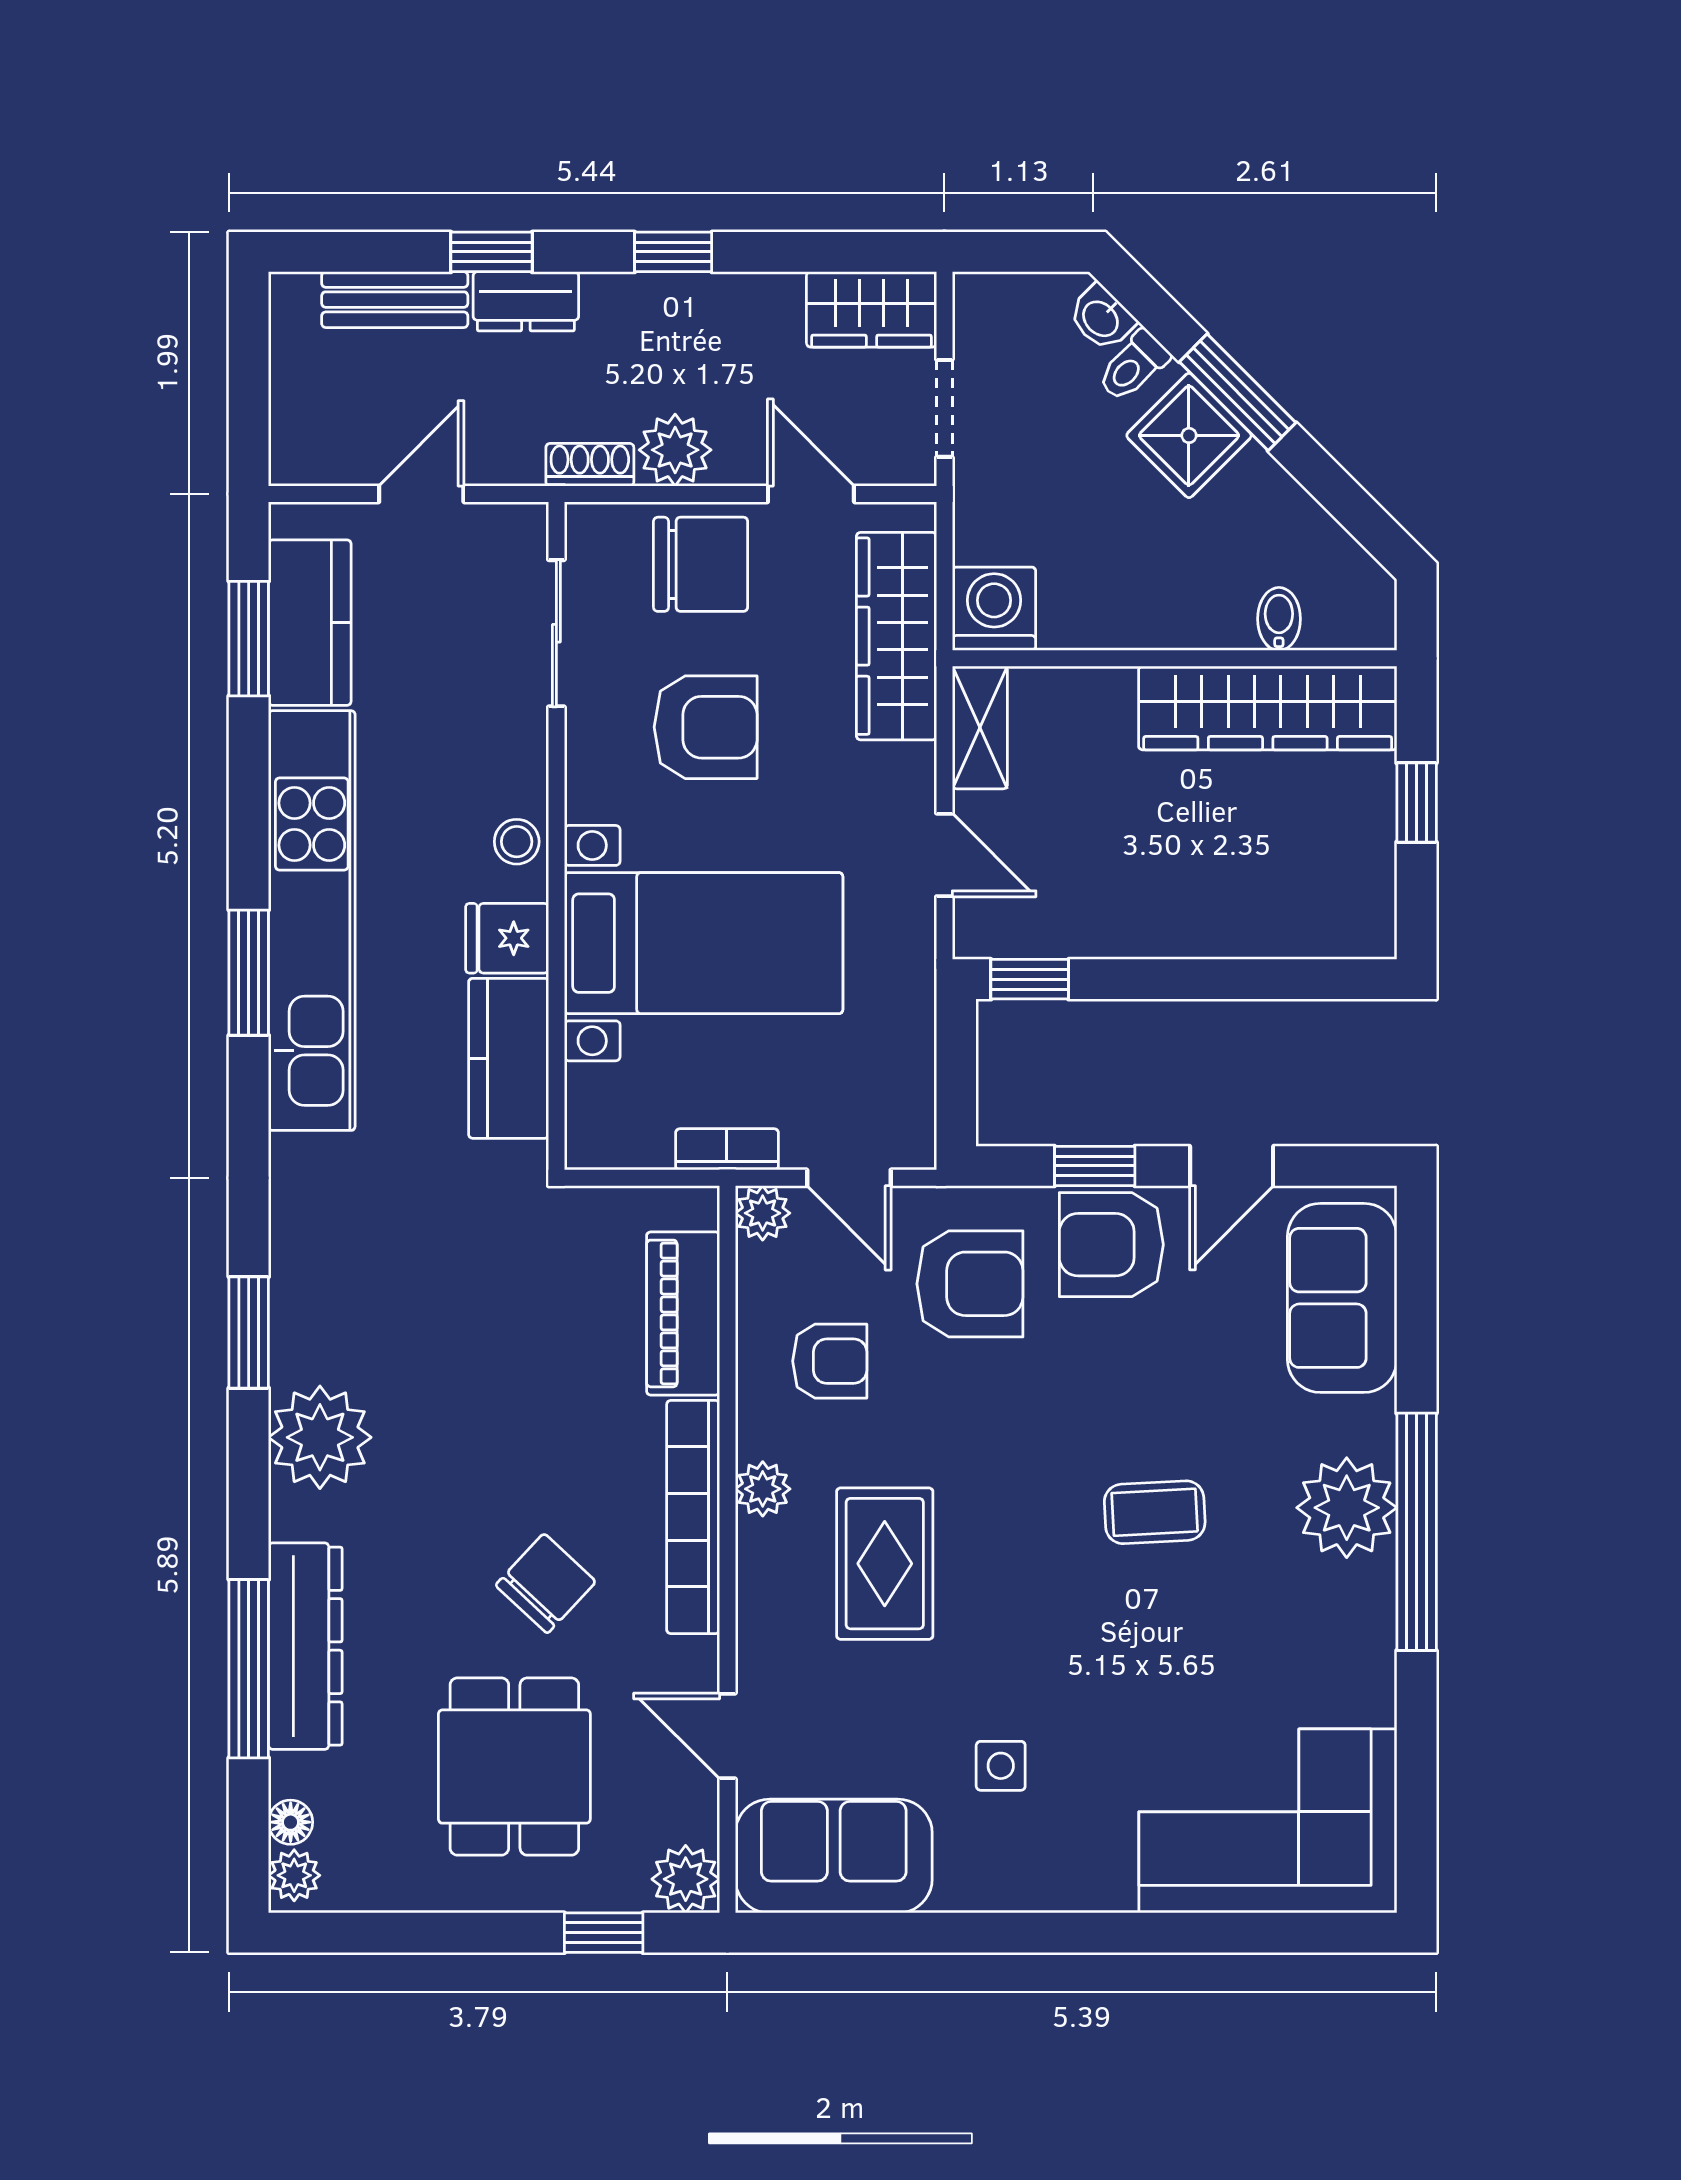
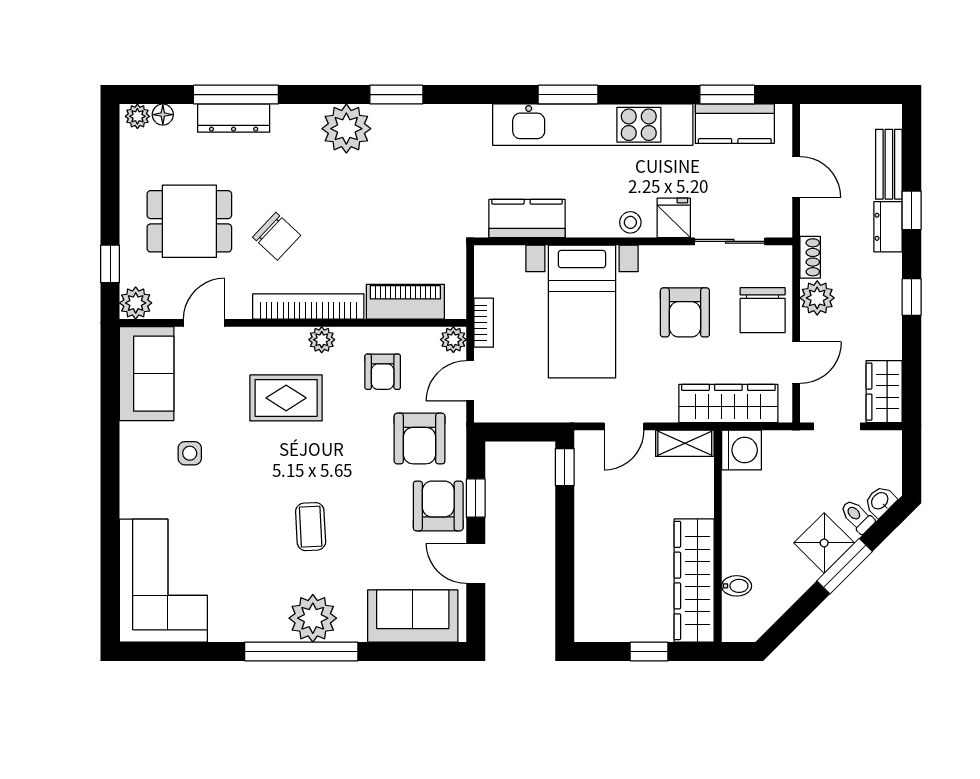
fridge: (507, 938) -> (674, 218), moved
dresser: (305, 1646) -> (234, 118), width x0.73, depth x0.80

